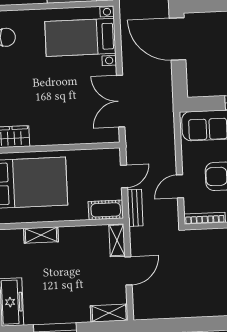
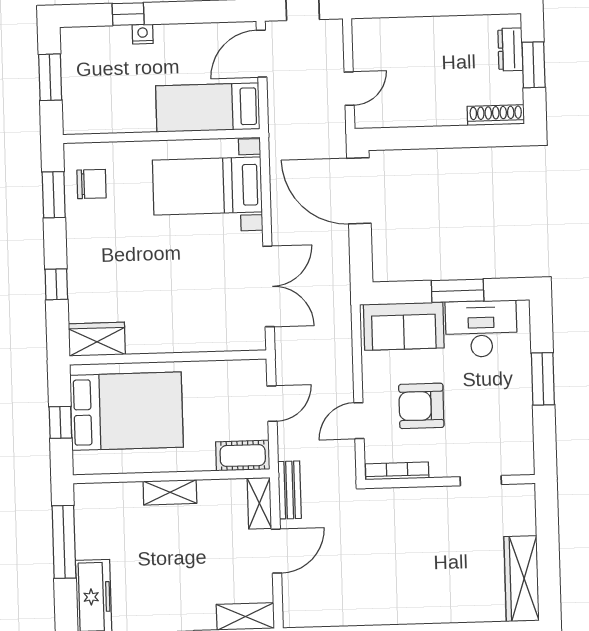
double door: (121, 101) -> (269, 286), swing flipped
bench: (135, 208) -> (290, 490), moved
shelving: (41, 235) -> (170, 492), moved

